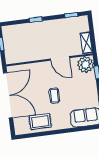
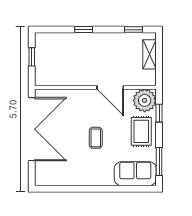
shelving: (86, 43) -> (150, 54), moved
rug: (40, 122) -> (141, 131), moved, turned 90

